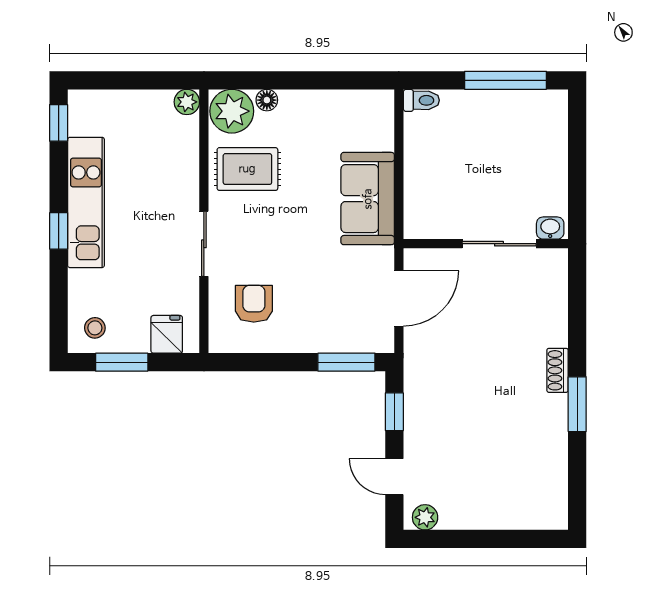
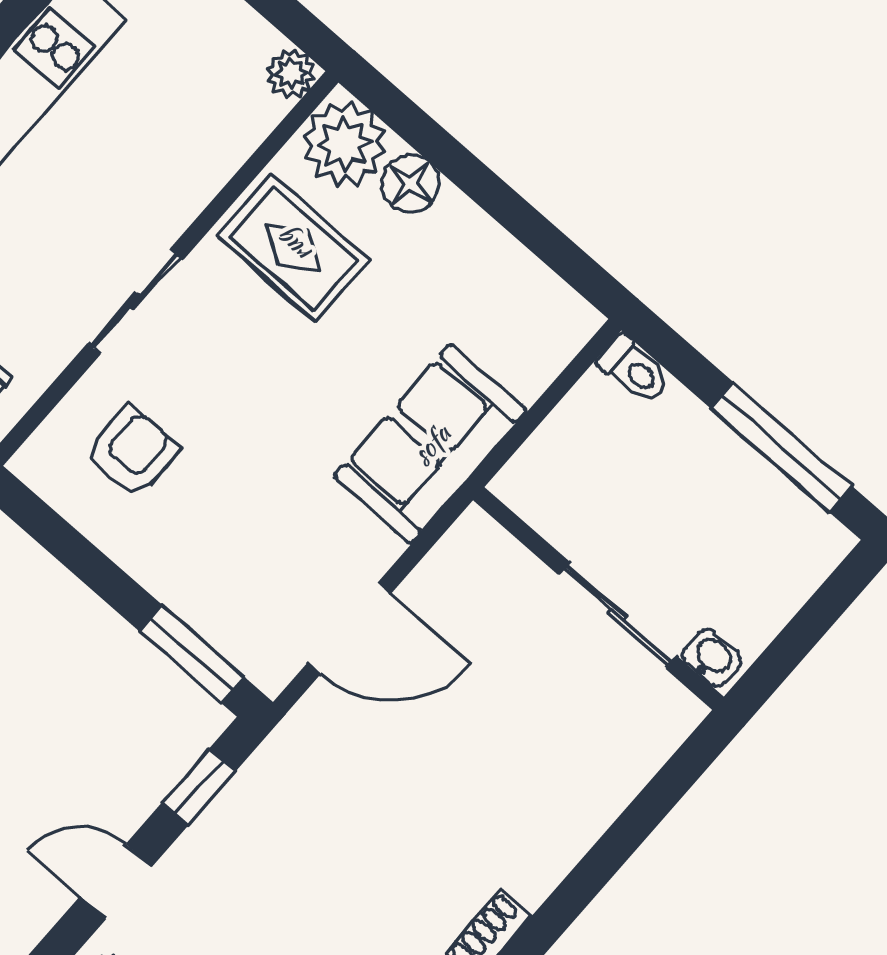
floor lamp: (267, 100) -> (410, 183), width x1.37, depth x1.37
washbasin: (550, 228) -> (712, 658), moved
wall: (486, 244) -> (598, 598), moved
sliding door: (499, 244) -> (618, 615), moved
door: (394, 477) -> (116, 882), hinge flipped

